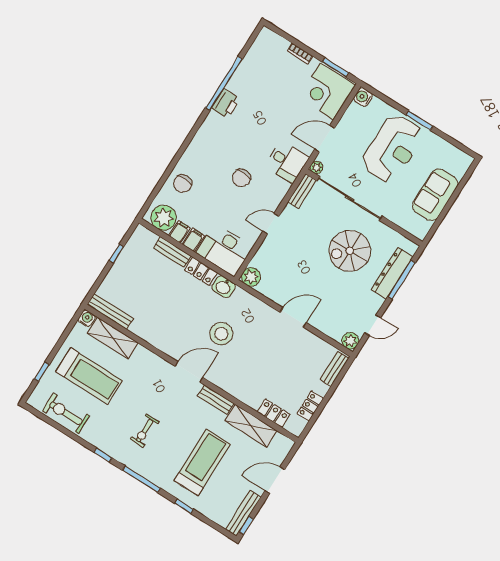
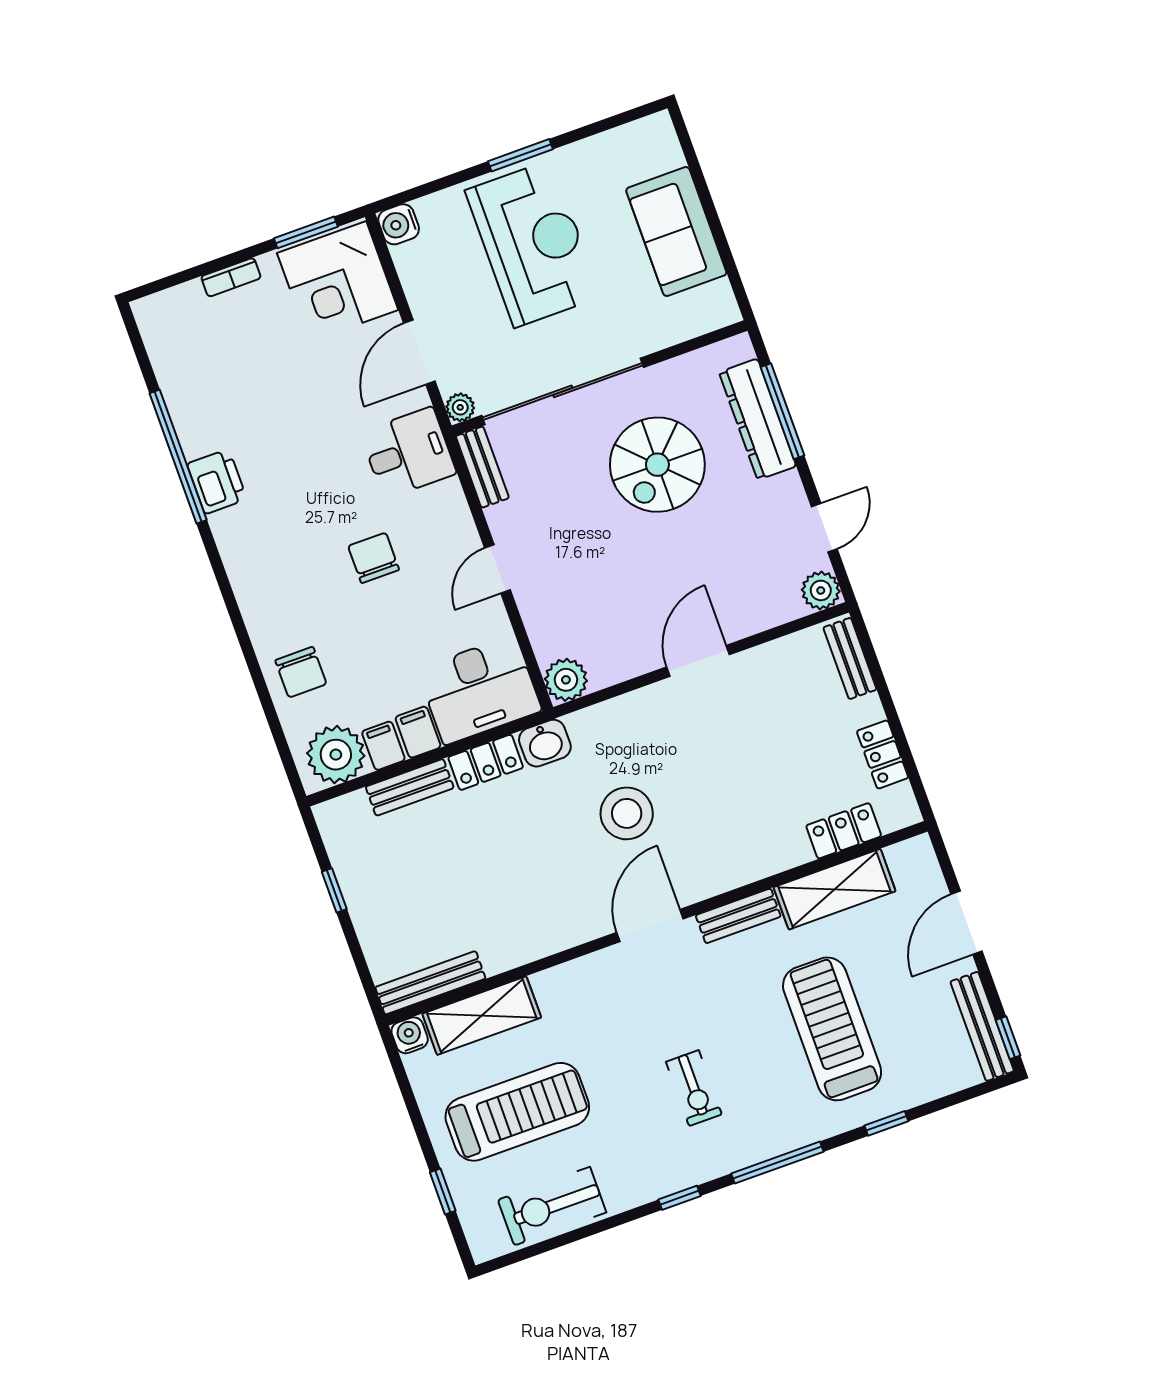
chair: (241, 178) -> (374, 558), turned 180

